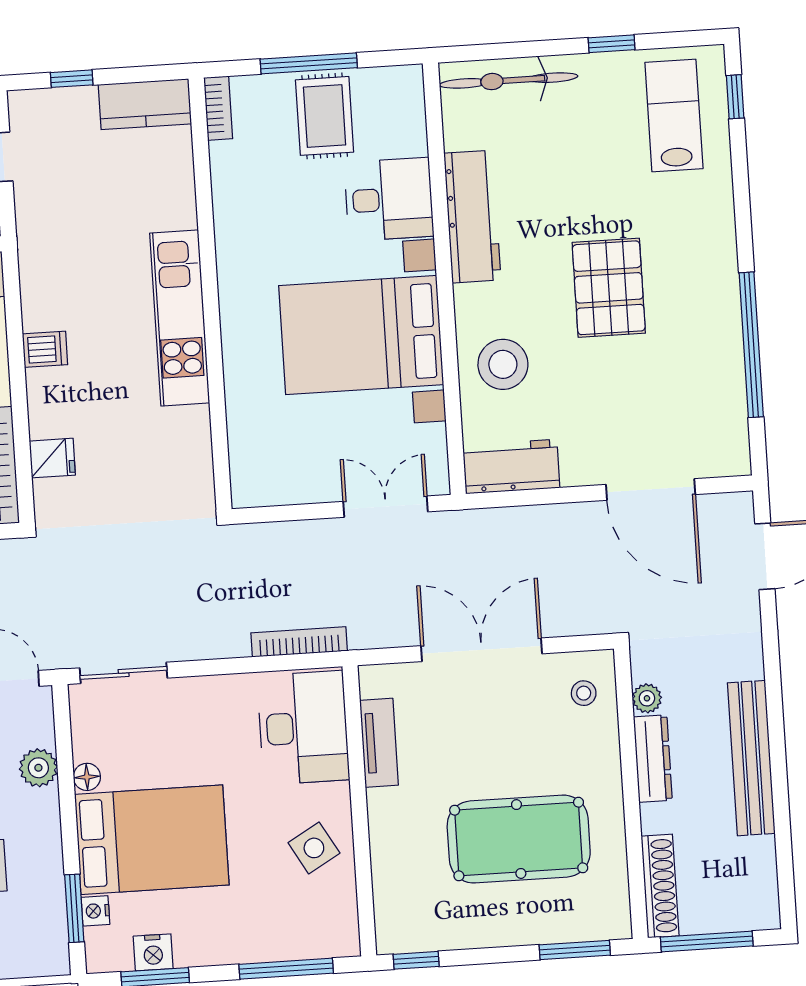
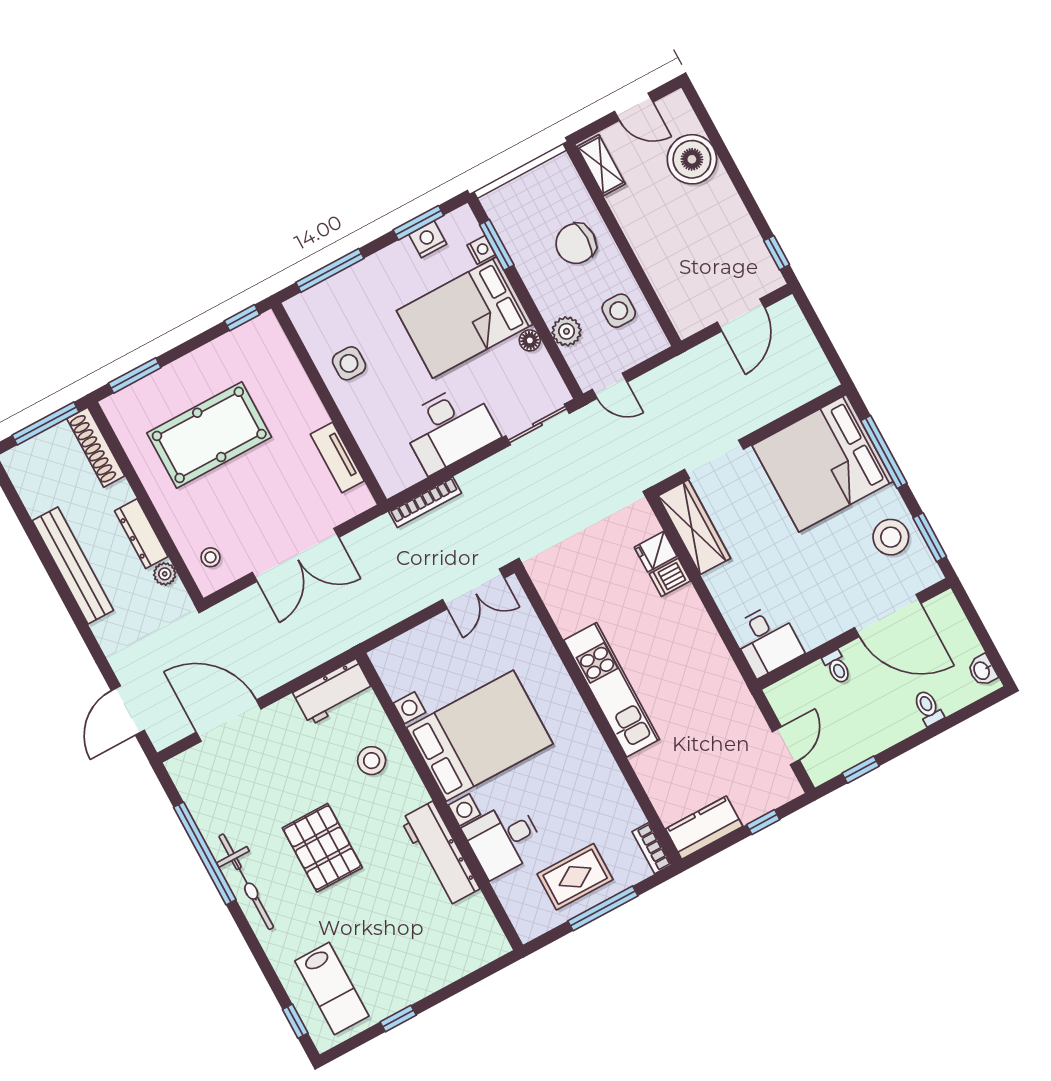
bicycle: (509, 80) -> (246, 882), moved, turned 90
rug: (325, 116) -> (575, 877), turned 90
dishwasher: (45, 349) -> (670, 577), moved
stool: (503, 364) -> (372, 761), width x0.73, depth x0.73
double door: (385, 507) -> (473, 589), moved
desk: (303, 728) -> (449, 428), moved, turned -90
side table: (314, 848) -> (349, 363), turned 30

